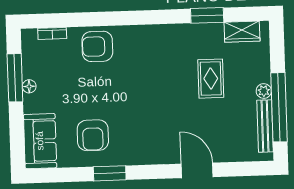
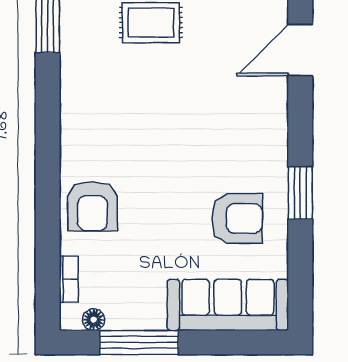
floor lamp: (29, 86) -> (94, 320), moved
sofa: (40, 141) -> (228, 305), width x1.36

